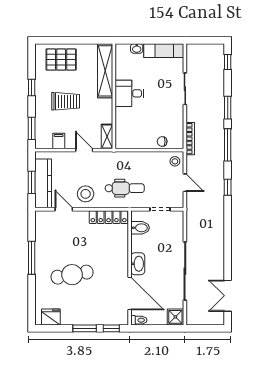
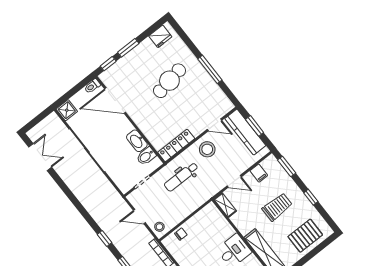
trolley: (66, 101) -> (277, 207), turned 180
washbasin: (138, 264) -> (137, 141), moved

